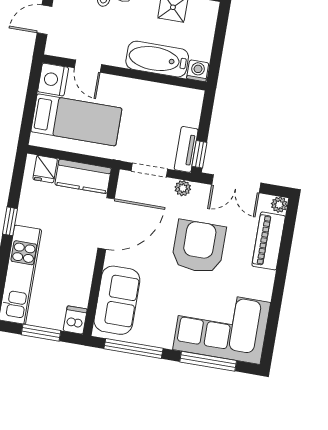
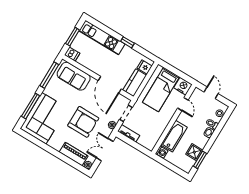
door: (88, 66) -> (183, 104), swing flipped
window: (199, 154) -> (124, 138), removed

